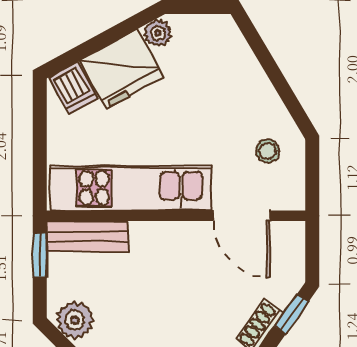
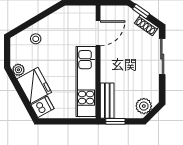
stool: (267, 151) -> (36, 39), moved

